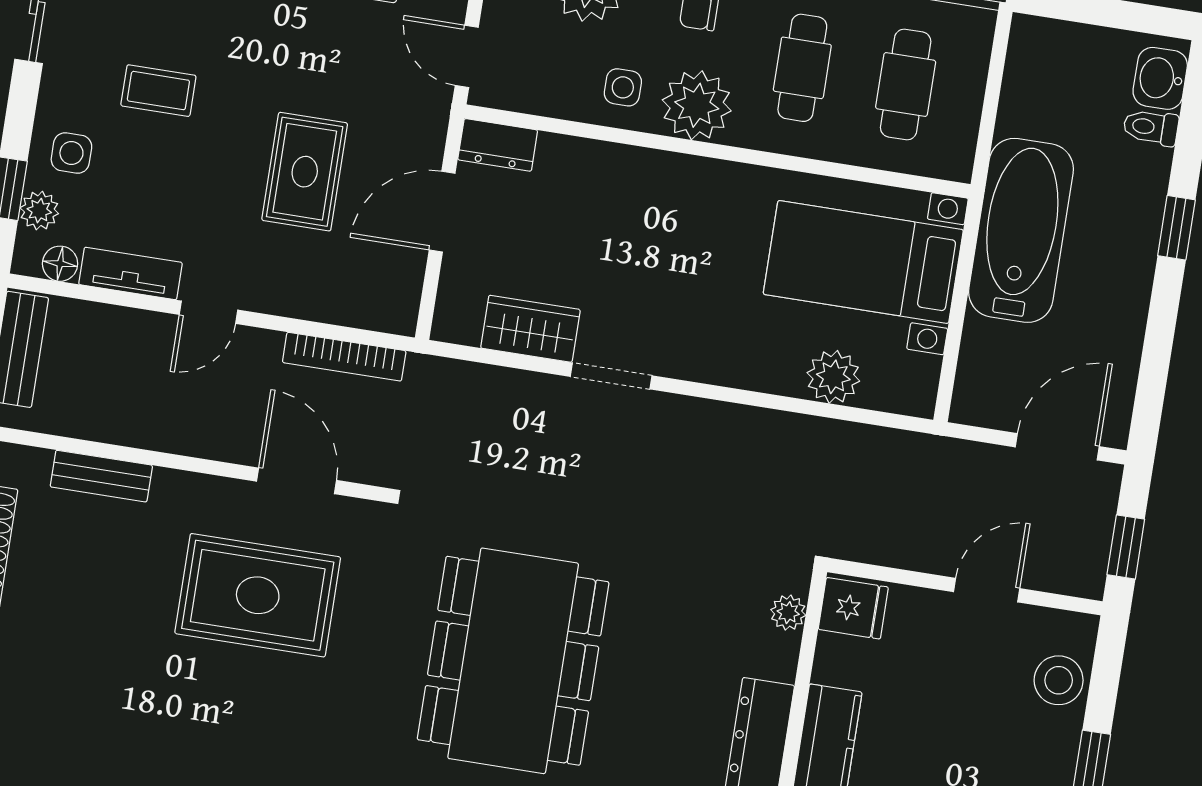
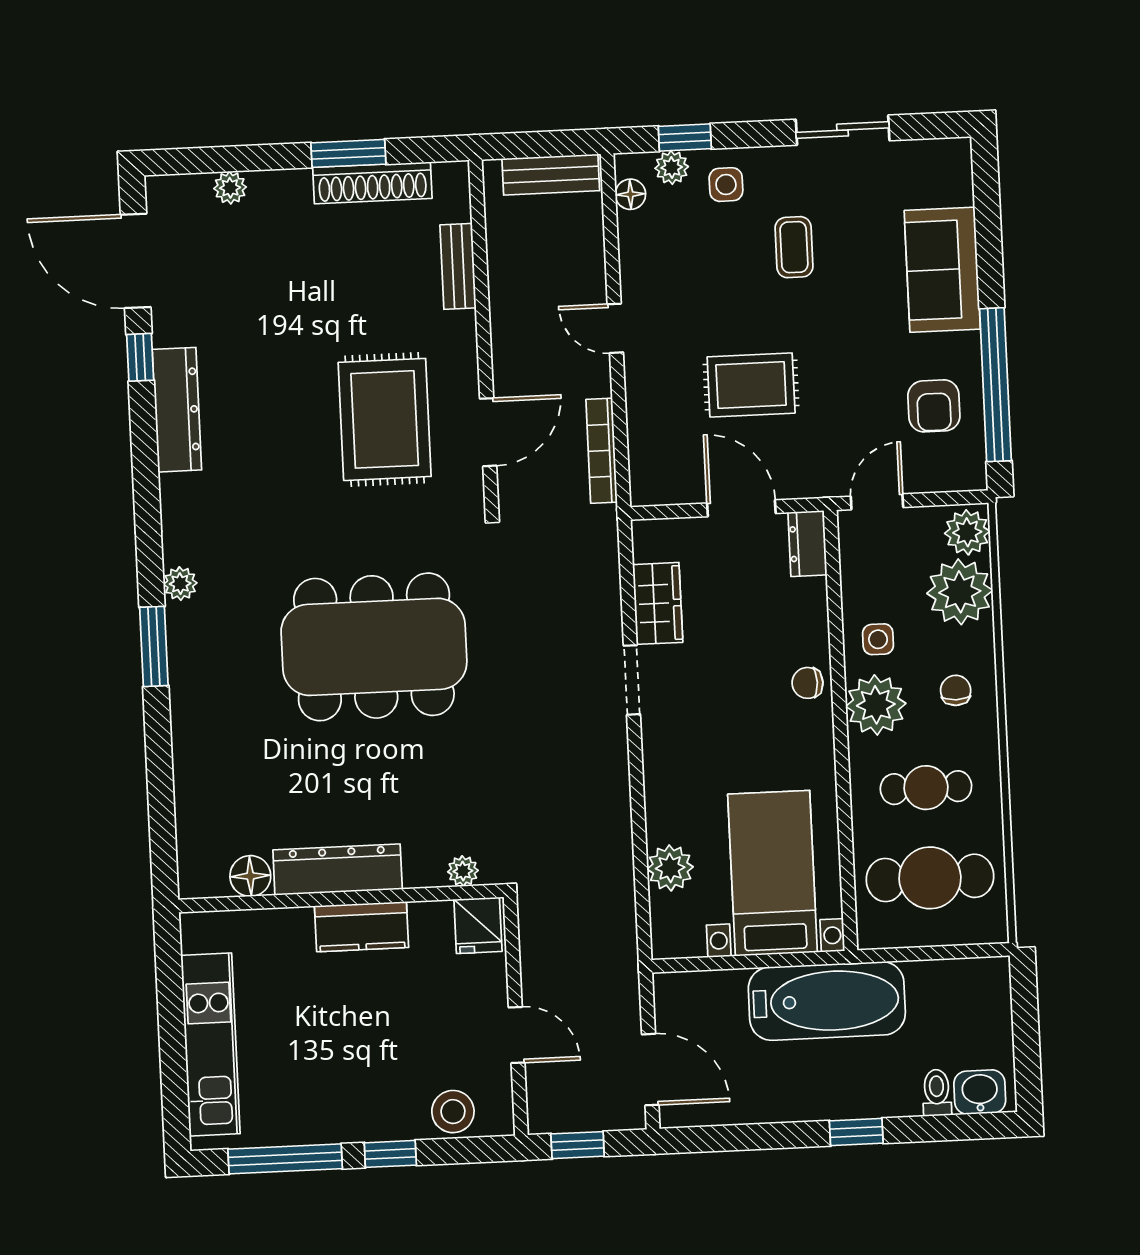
cafe table: (906, 85) -> (930, 878), width x1.37, depth x1.35
chair: (656, 178) -> (808, 683), added
tv unit: (130, 273) -> (634, 256), removed

